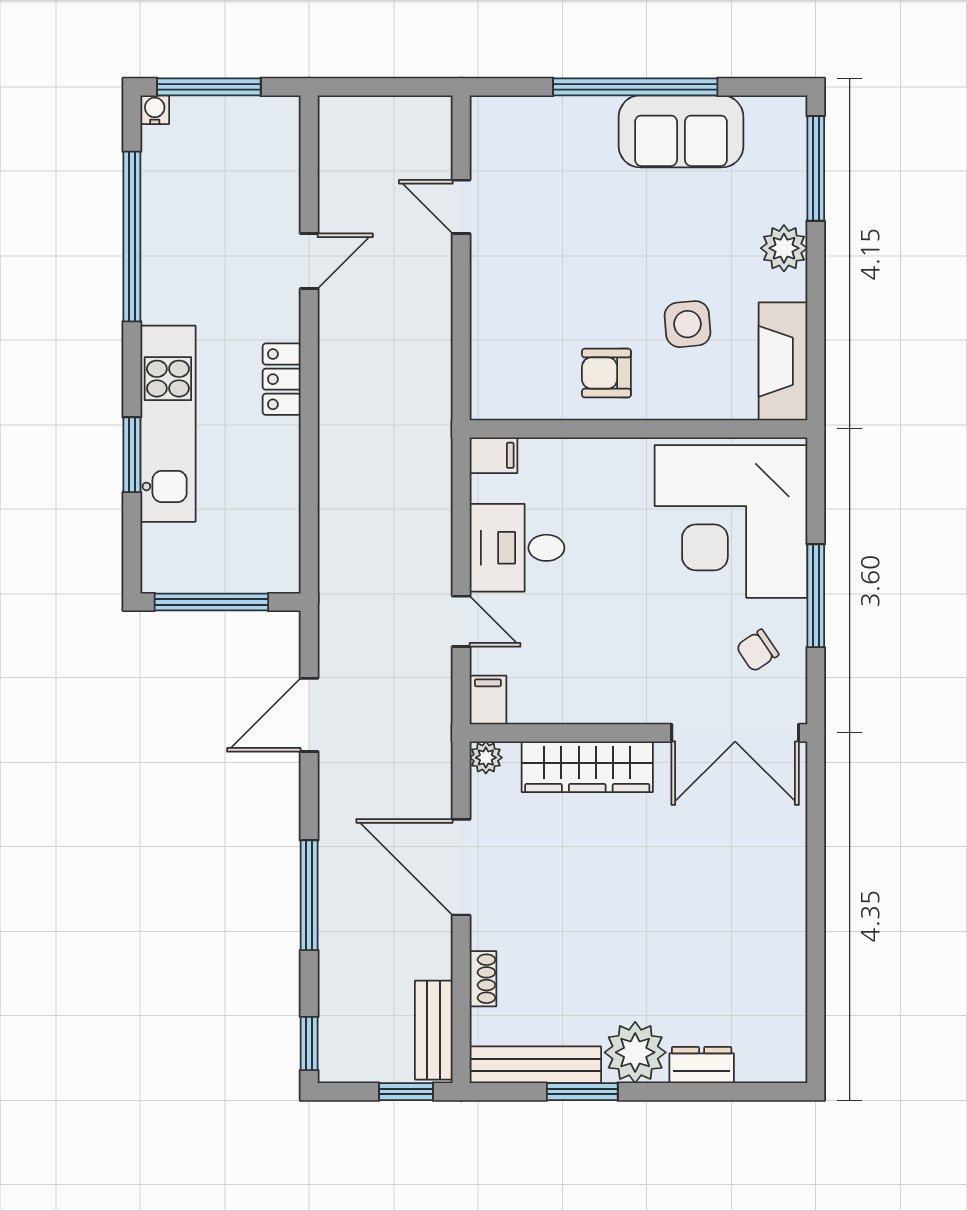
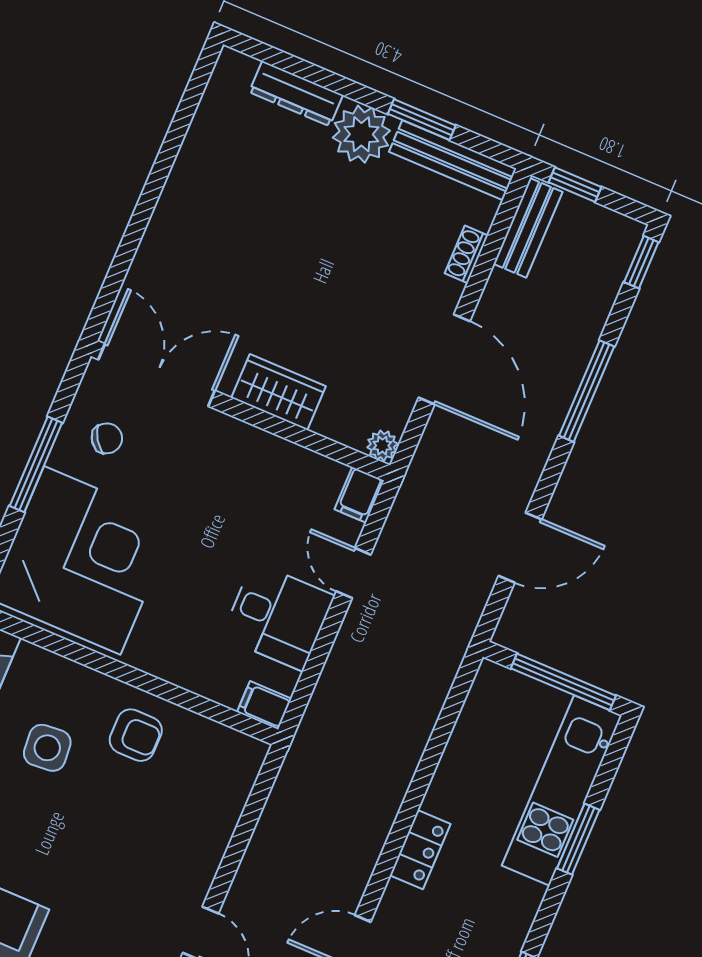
kitchen unit: (168, 424) -> (562, 791), moved
wardrobe: (587, 767) -> (279, 392), width x0.67
dresser: (702, 1065) -> (296, 93), width x1.44

